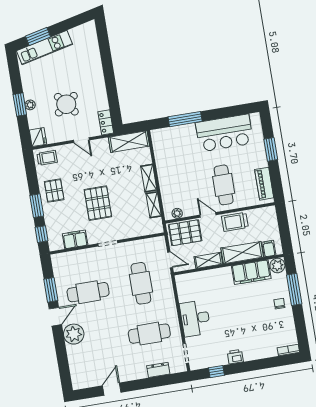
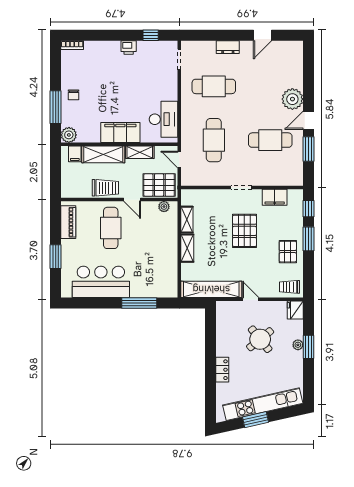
window: (38, 36) -> (255, 420), moved
kitchen unit: (45, 48) -> (263, 404), width x1.36
locker: (106, 122) -> (222, 370), moved
shelving: (129, 142) -> (211, 289), width x1.47
filing cabinet: (251, 272) -> (120, 133), moved
desk: (195, 318) -> (164, 119), moved
dresser: (158, 370) -> (228, 47), moved

